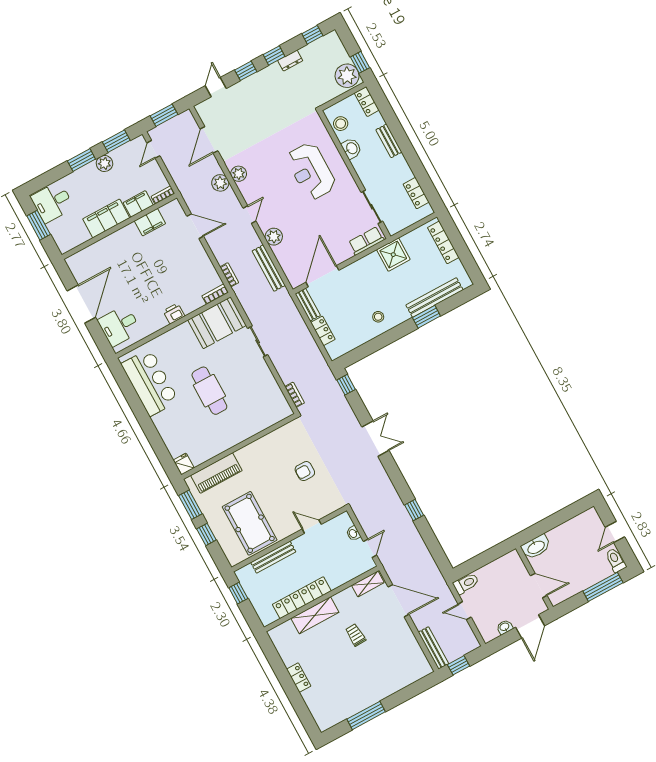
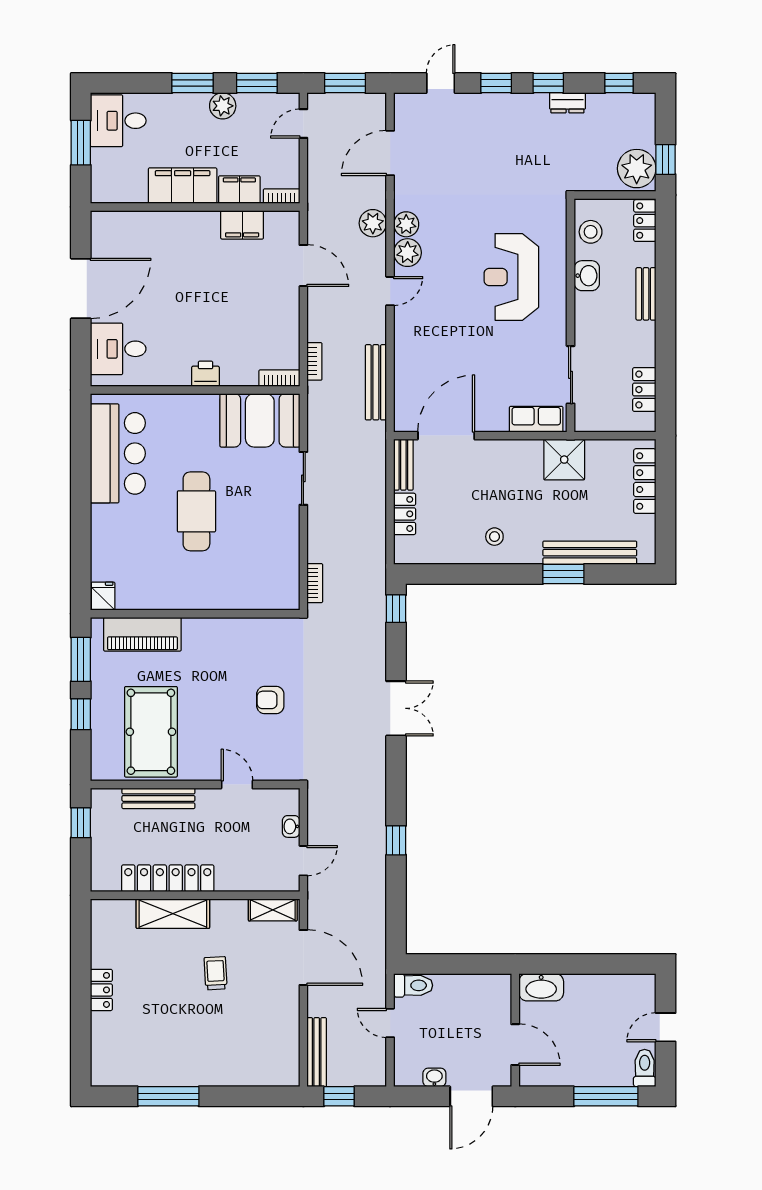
plant: (274, 237) -> (408, 253), moved

